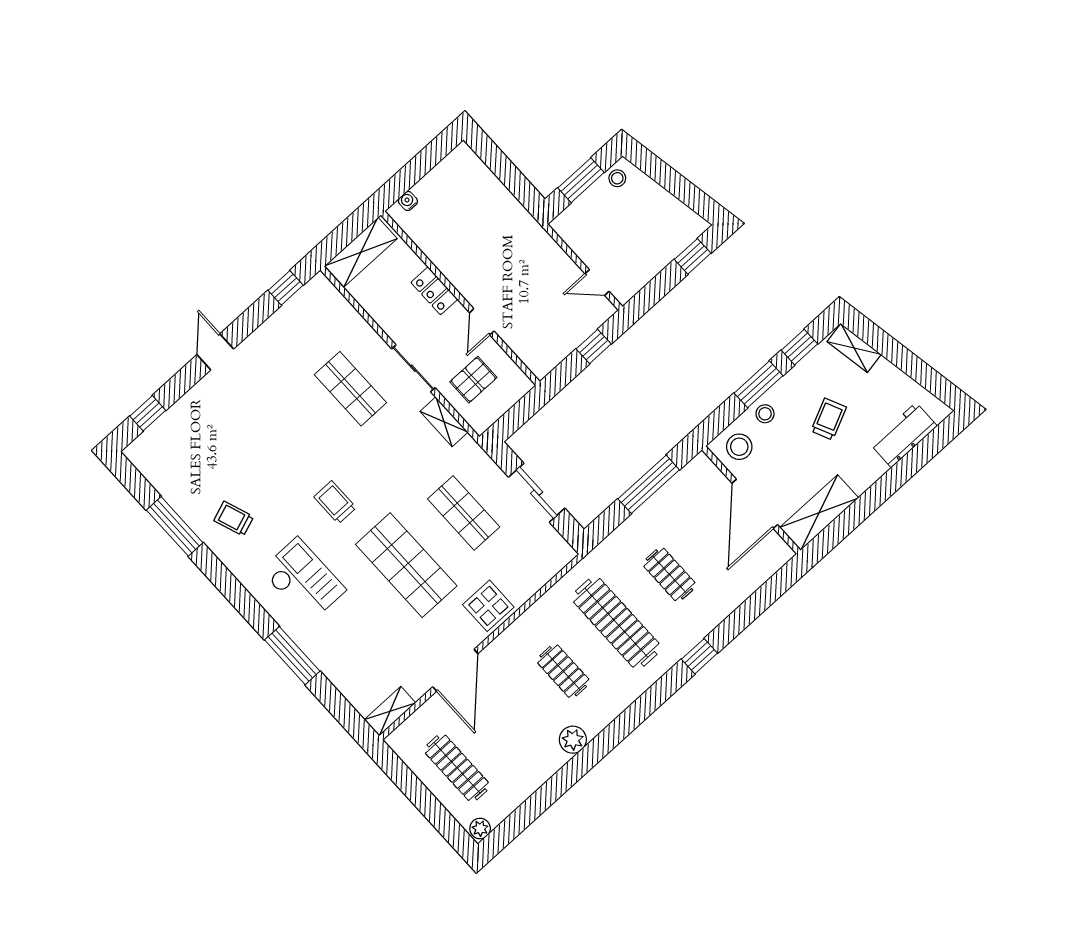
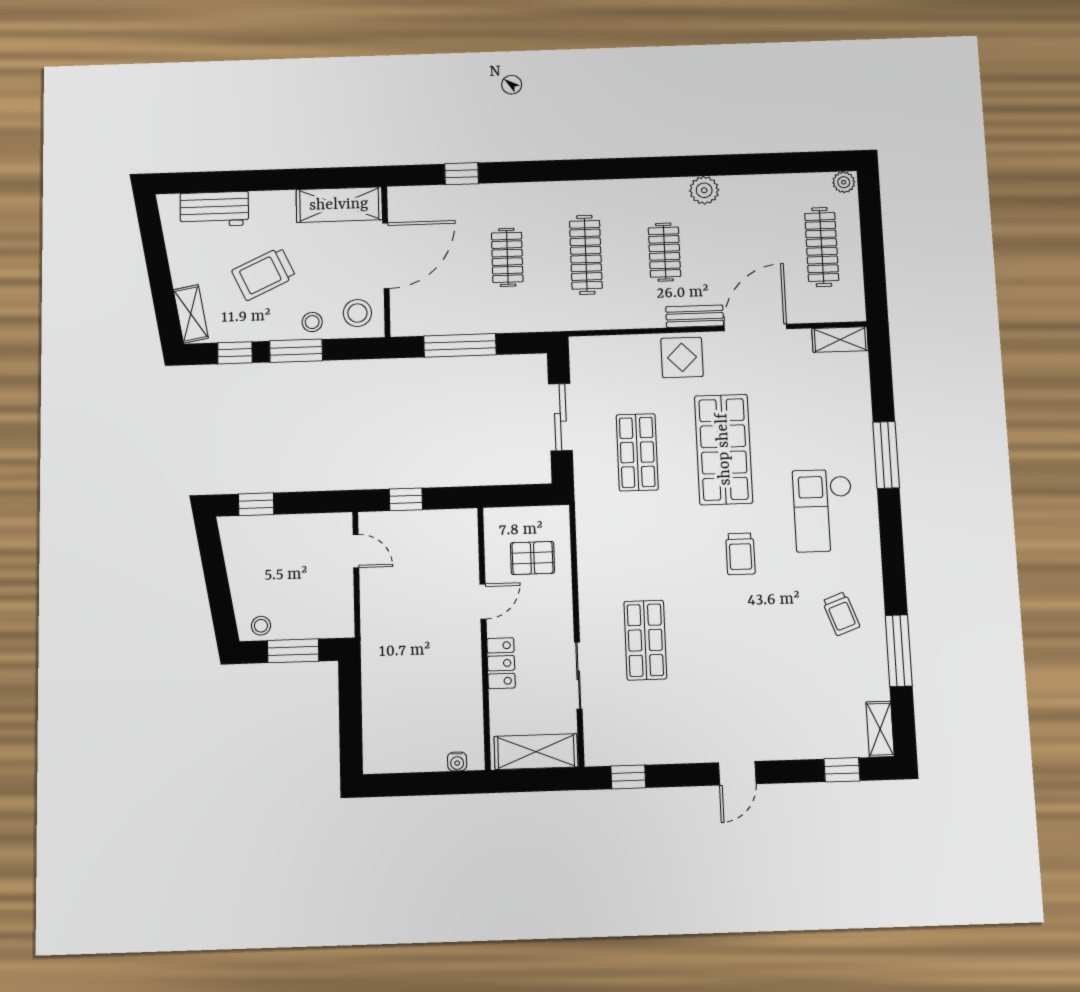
sliding door: (413, 368) -> (578, 675), moved
trolley: (829, 419) -> (264, 274), width x1.36, depth x1.39
shelving: (444, 422) -> (880, 729), moved
clothes rail: (616, 623) -> (586, 255), width x0.73, depth x0.76
bench: (504, 643) -> (695, 316), added
window: (699, 656) -> (462, 174), moved

